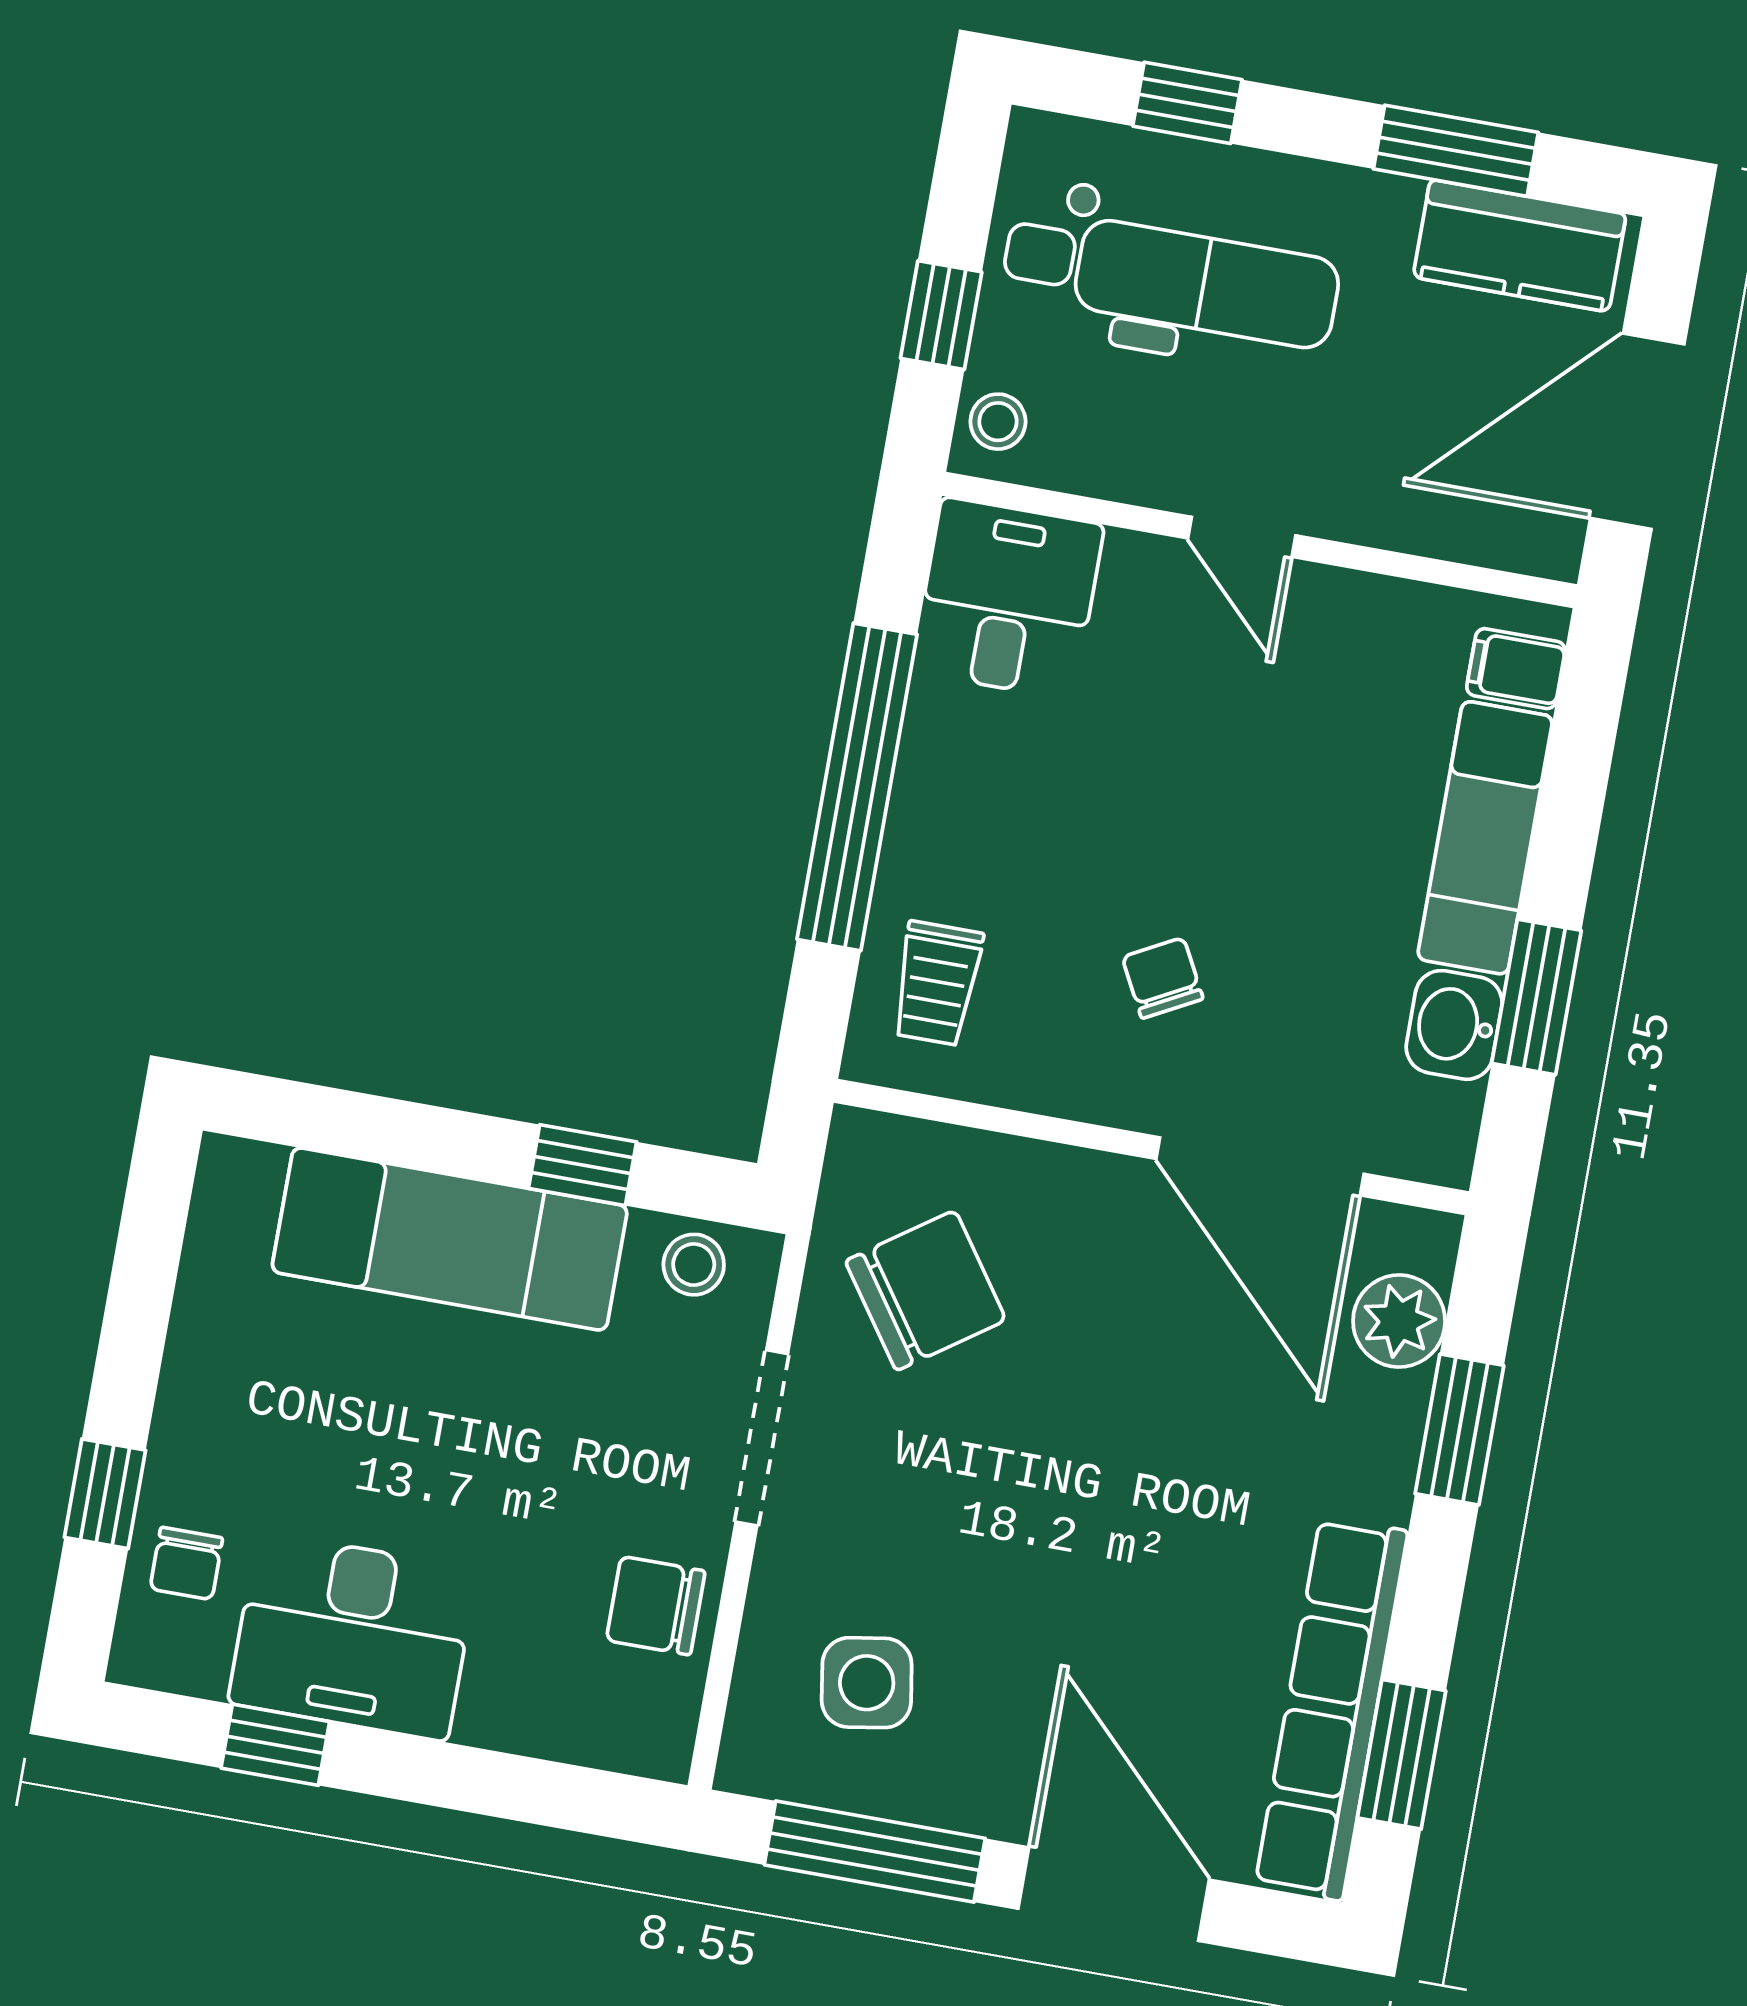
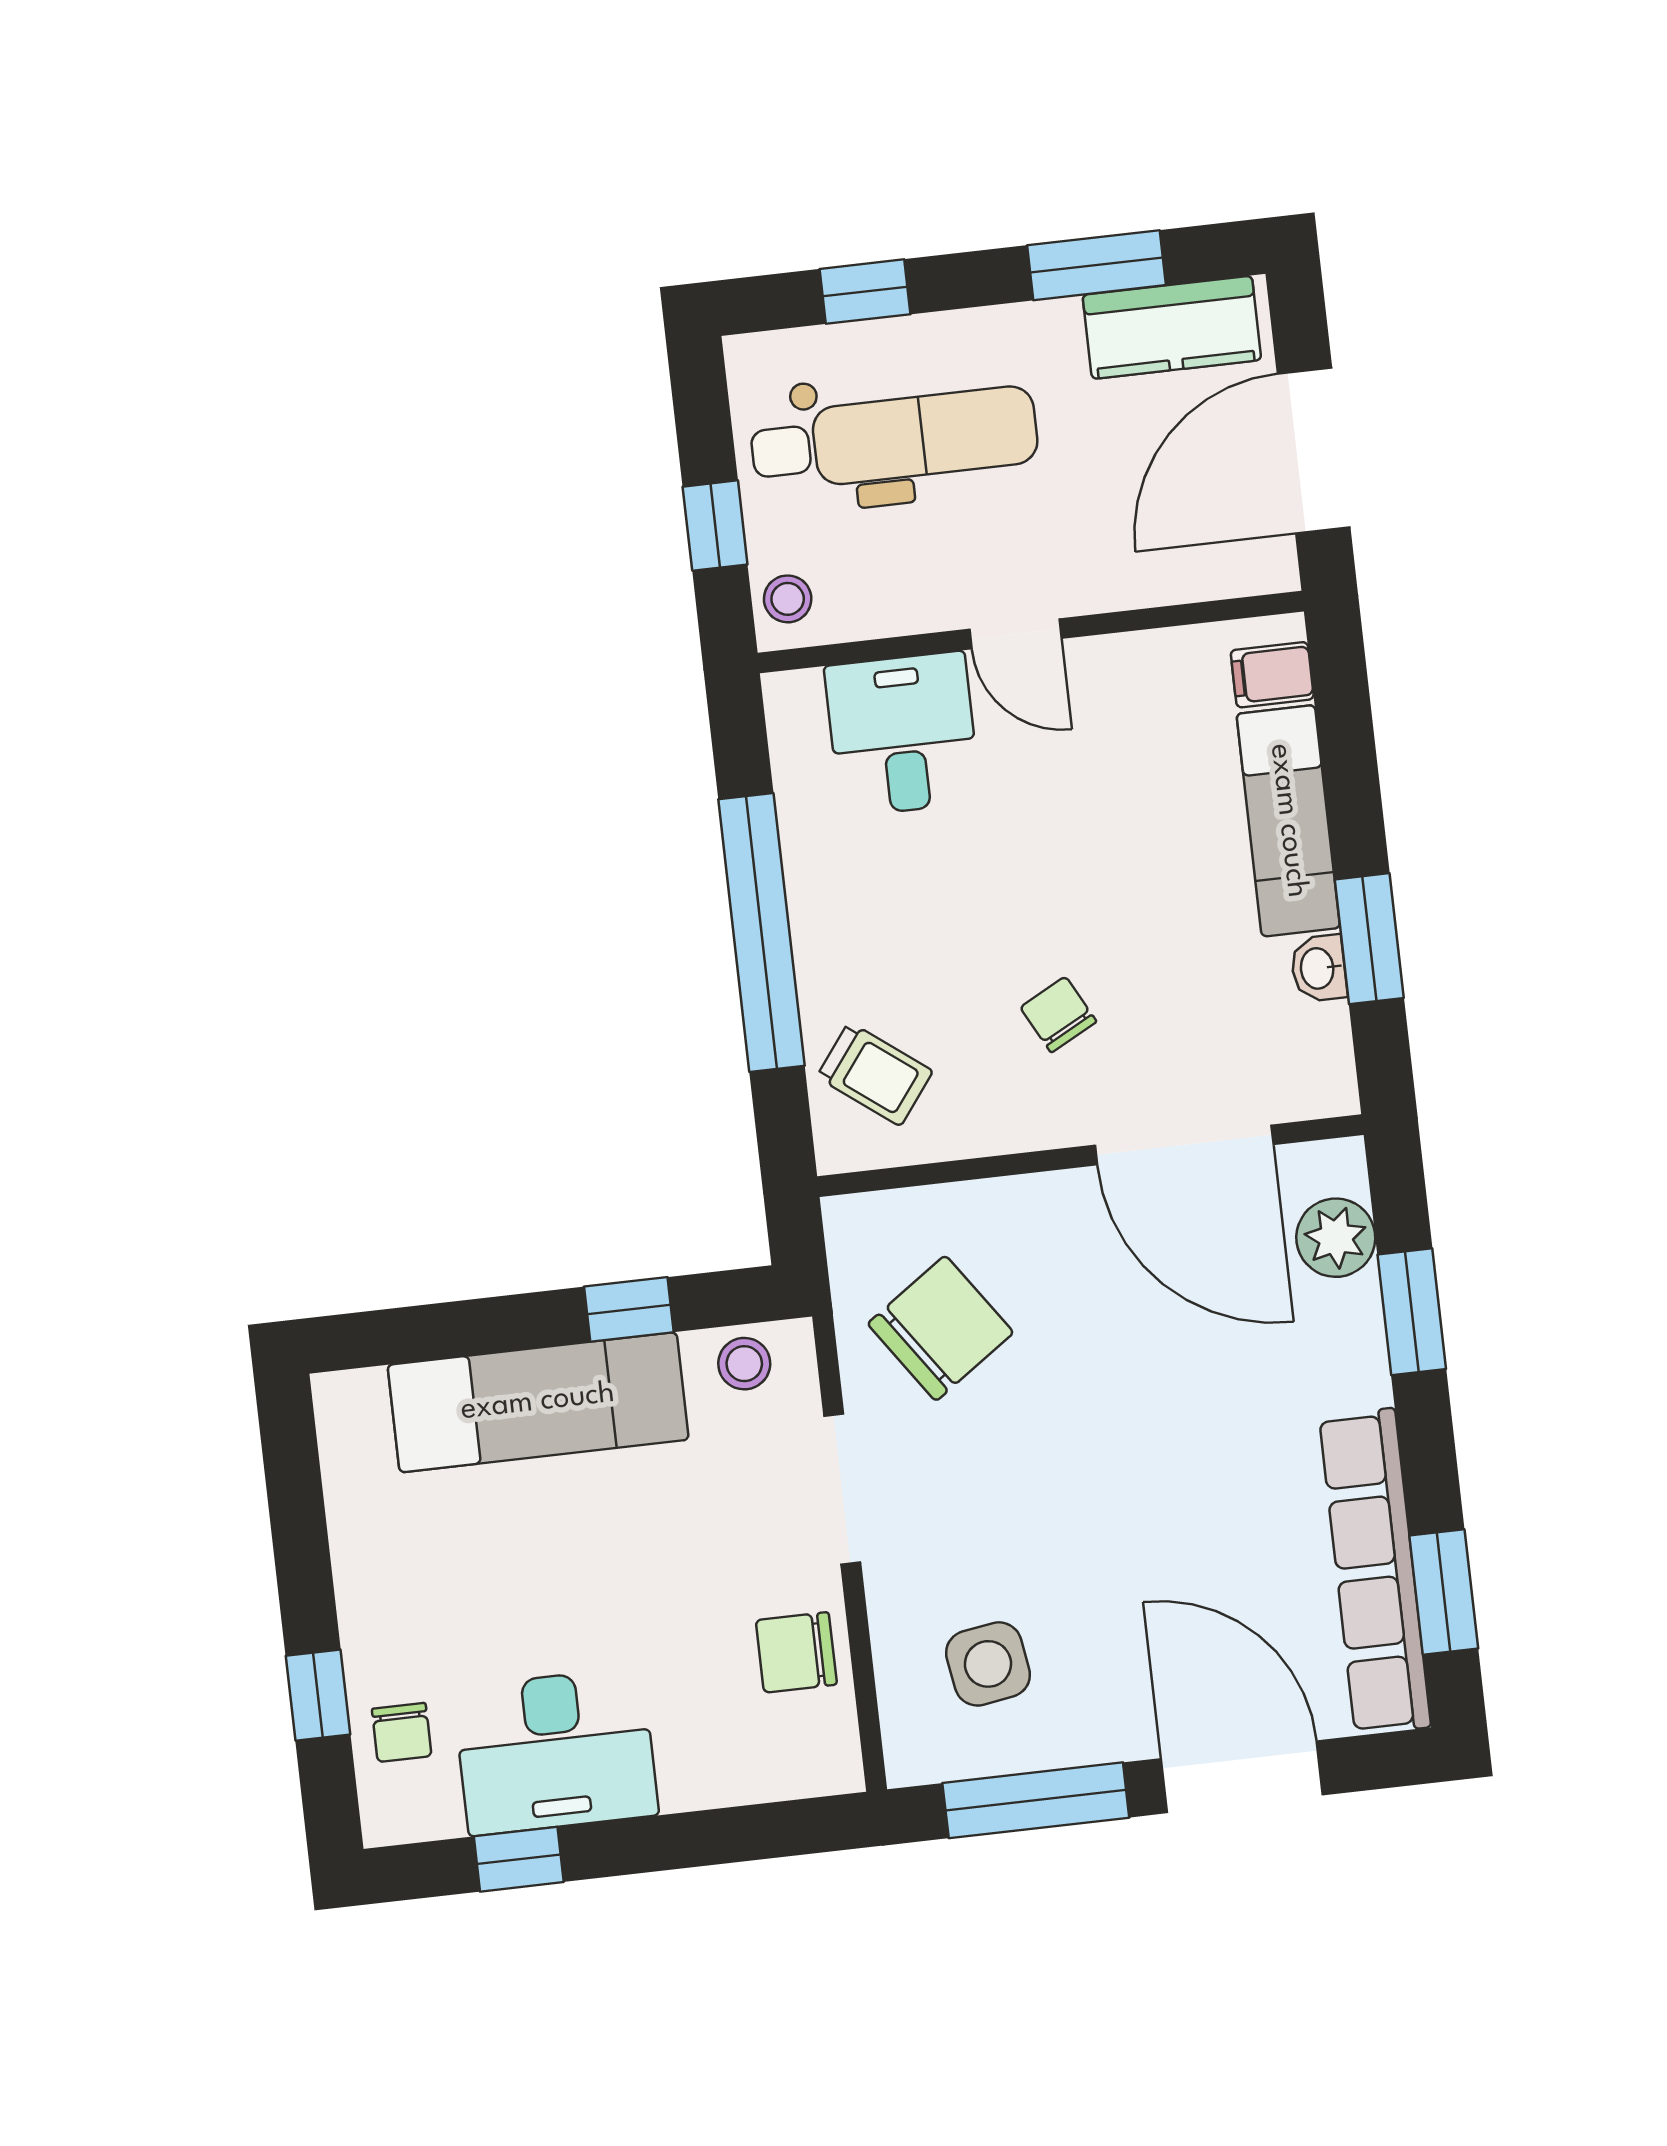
desk: (1008, 598) -> (903, 734), moved
trolley: (937, 983) -> (875, 1074), turned -53
washbasin: (1454, 1025) -> (1319, 968), width x0.72, depth x0.69

